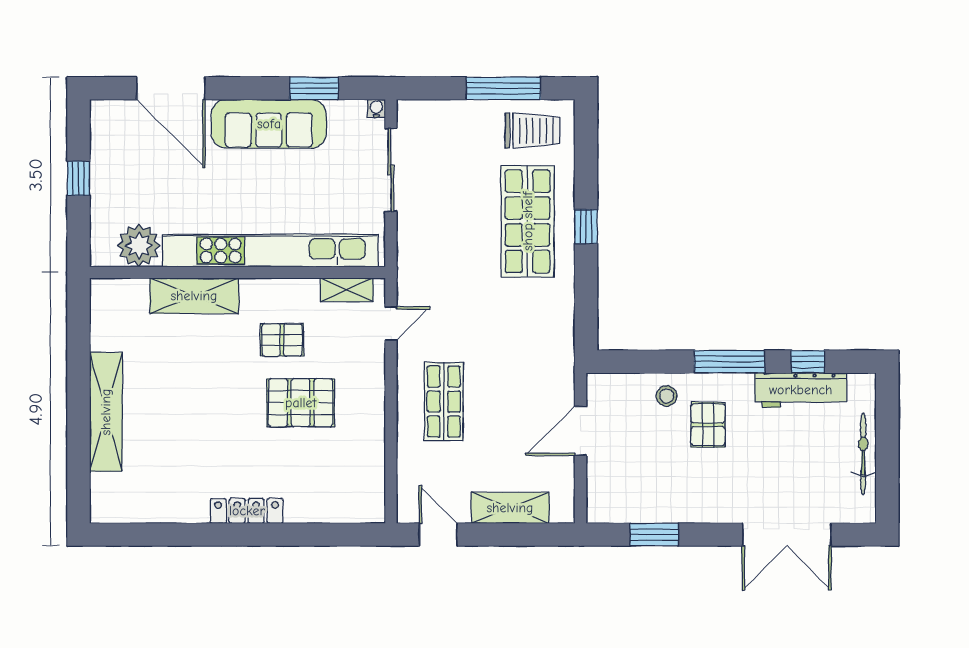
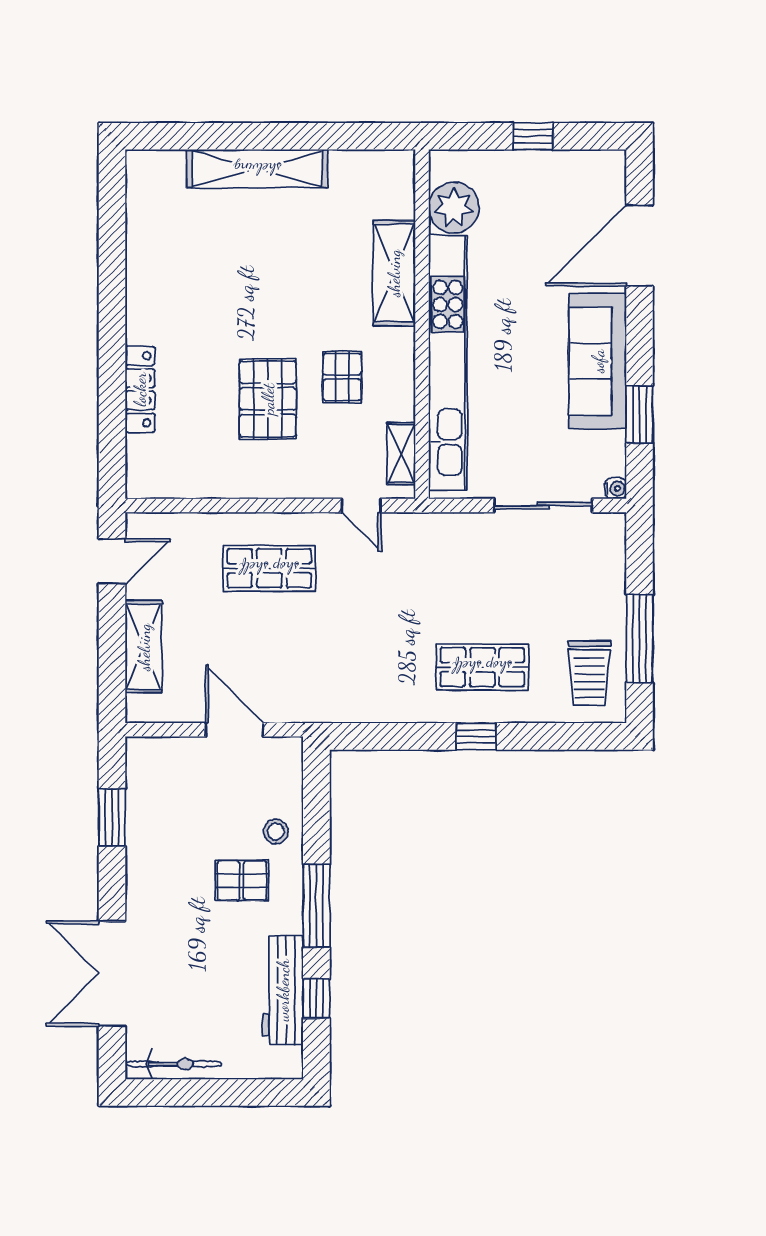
shop shelf: (528, 221) -> (482, 667), width x0.70, depth x0.74
bicycle: (863, 454) -> (174, 1064), moved
locker: (247, 511) -> (140, 389), moved

